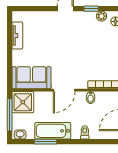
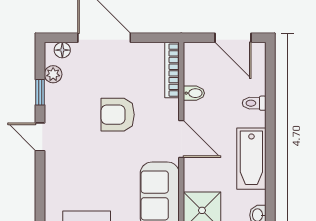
armchair: (78, 53) -> (118, 115), added
window: (46, 142) -> (270, 171), removed

